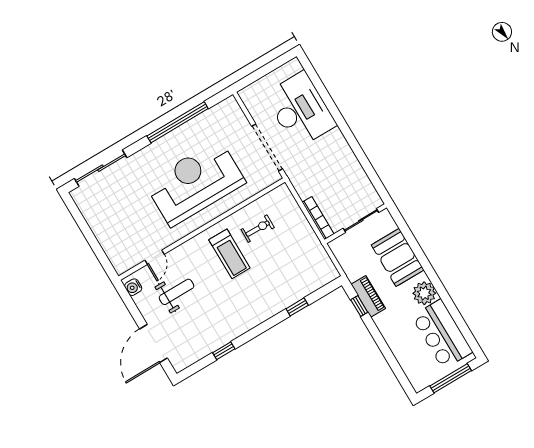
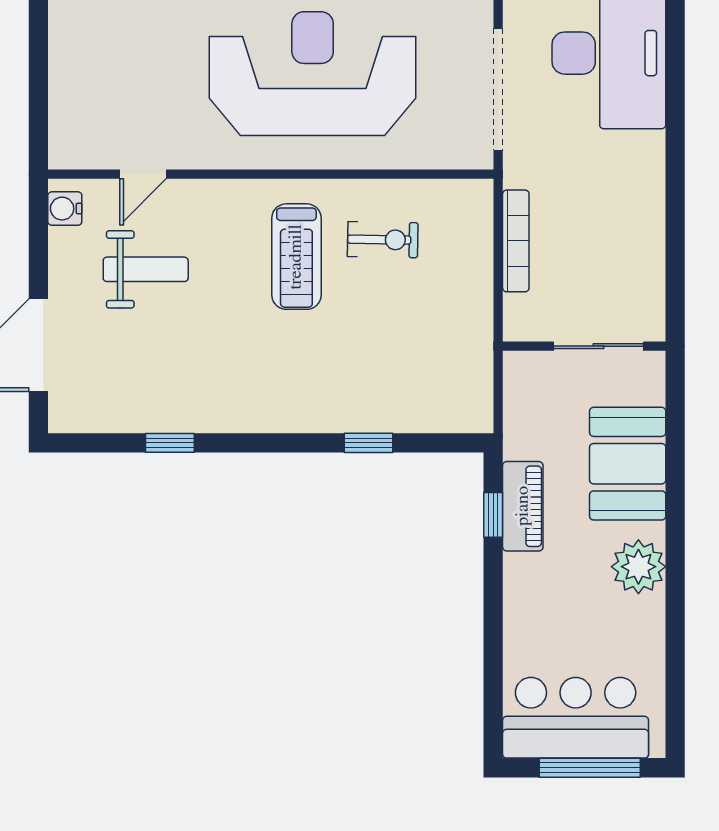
bookcase: (318, 218) -> (516, 241), moved
bar counter: (442, 334) -> (576, 718), moved, turned 90

